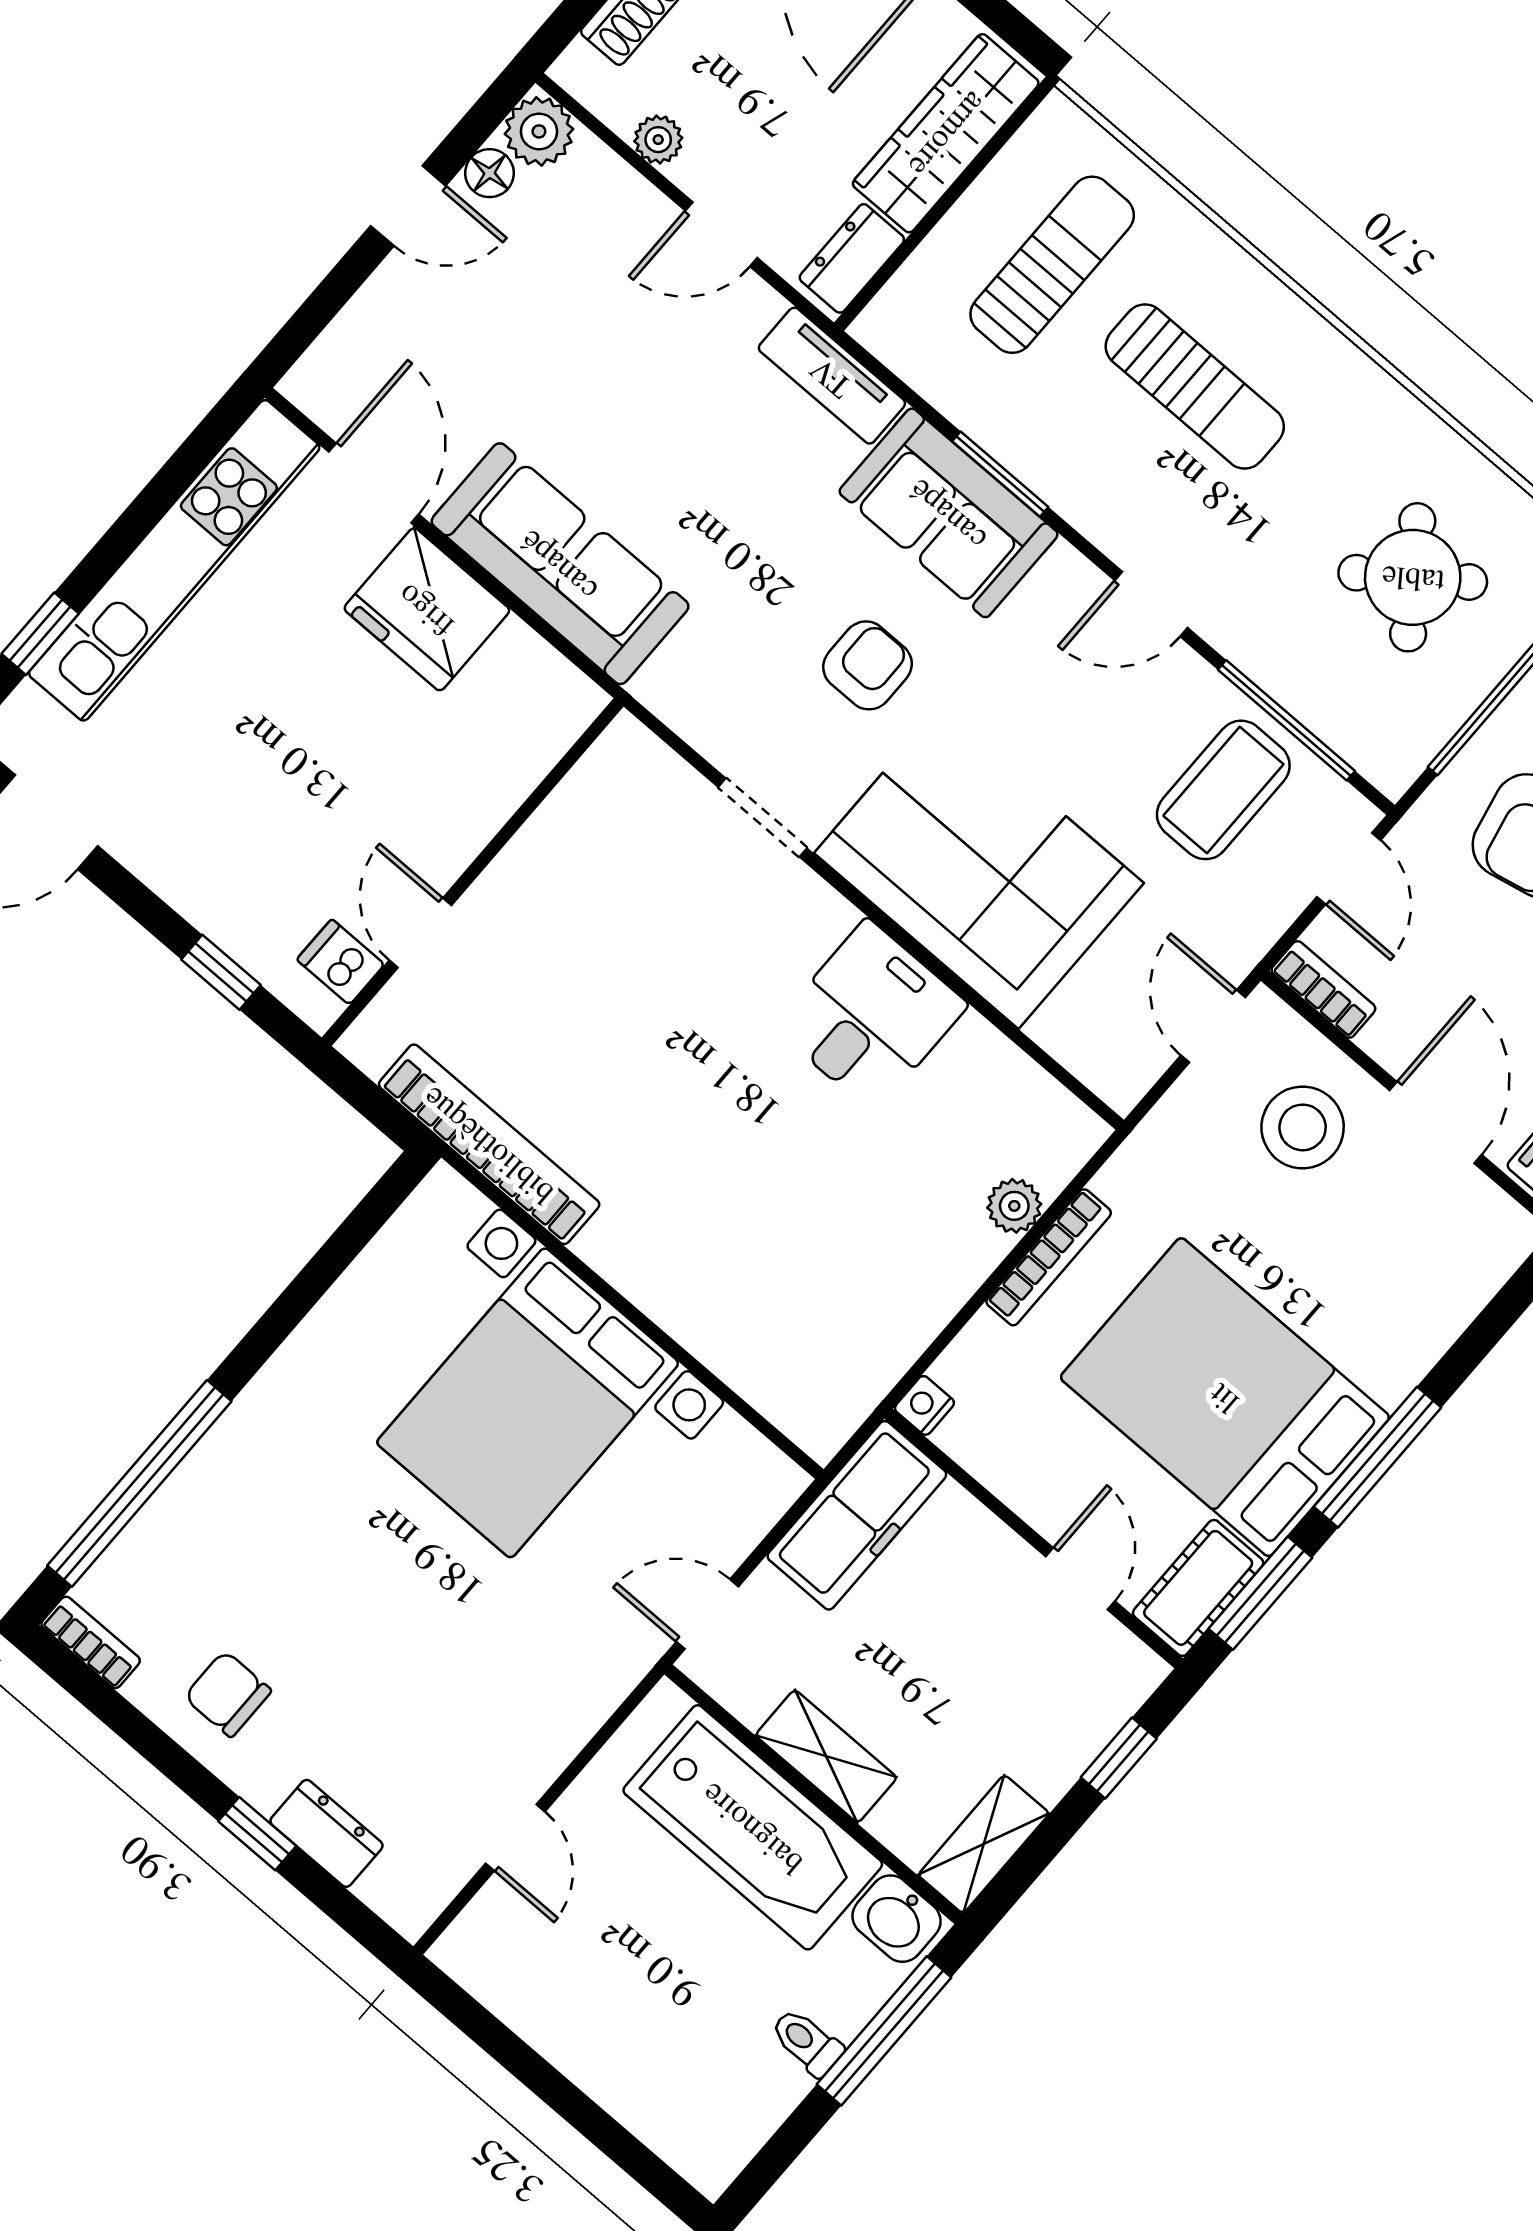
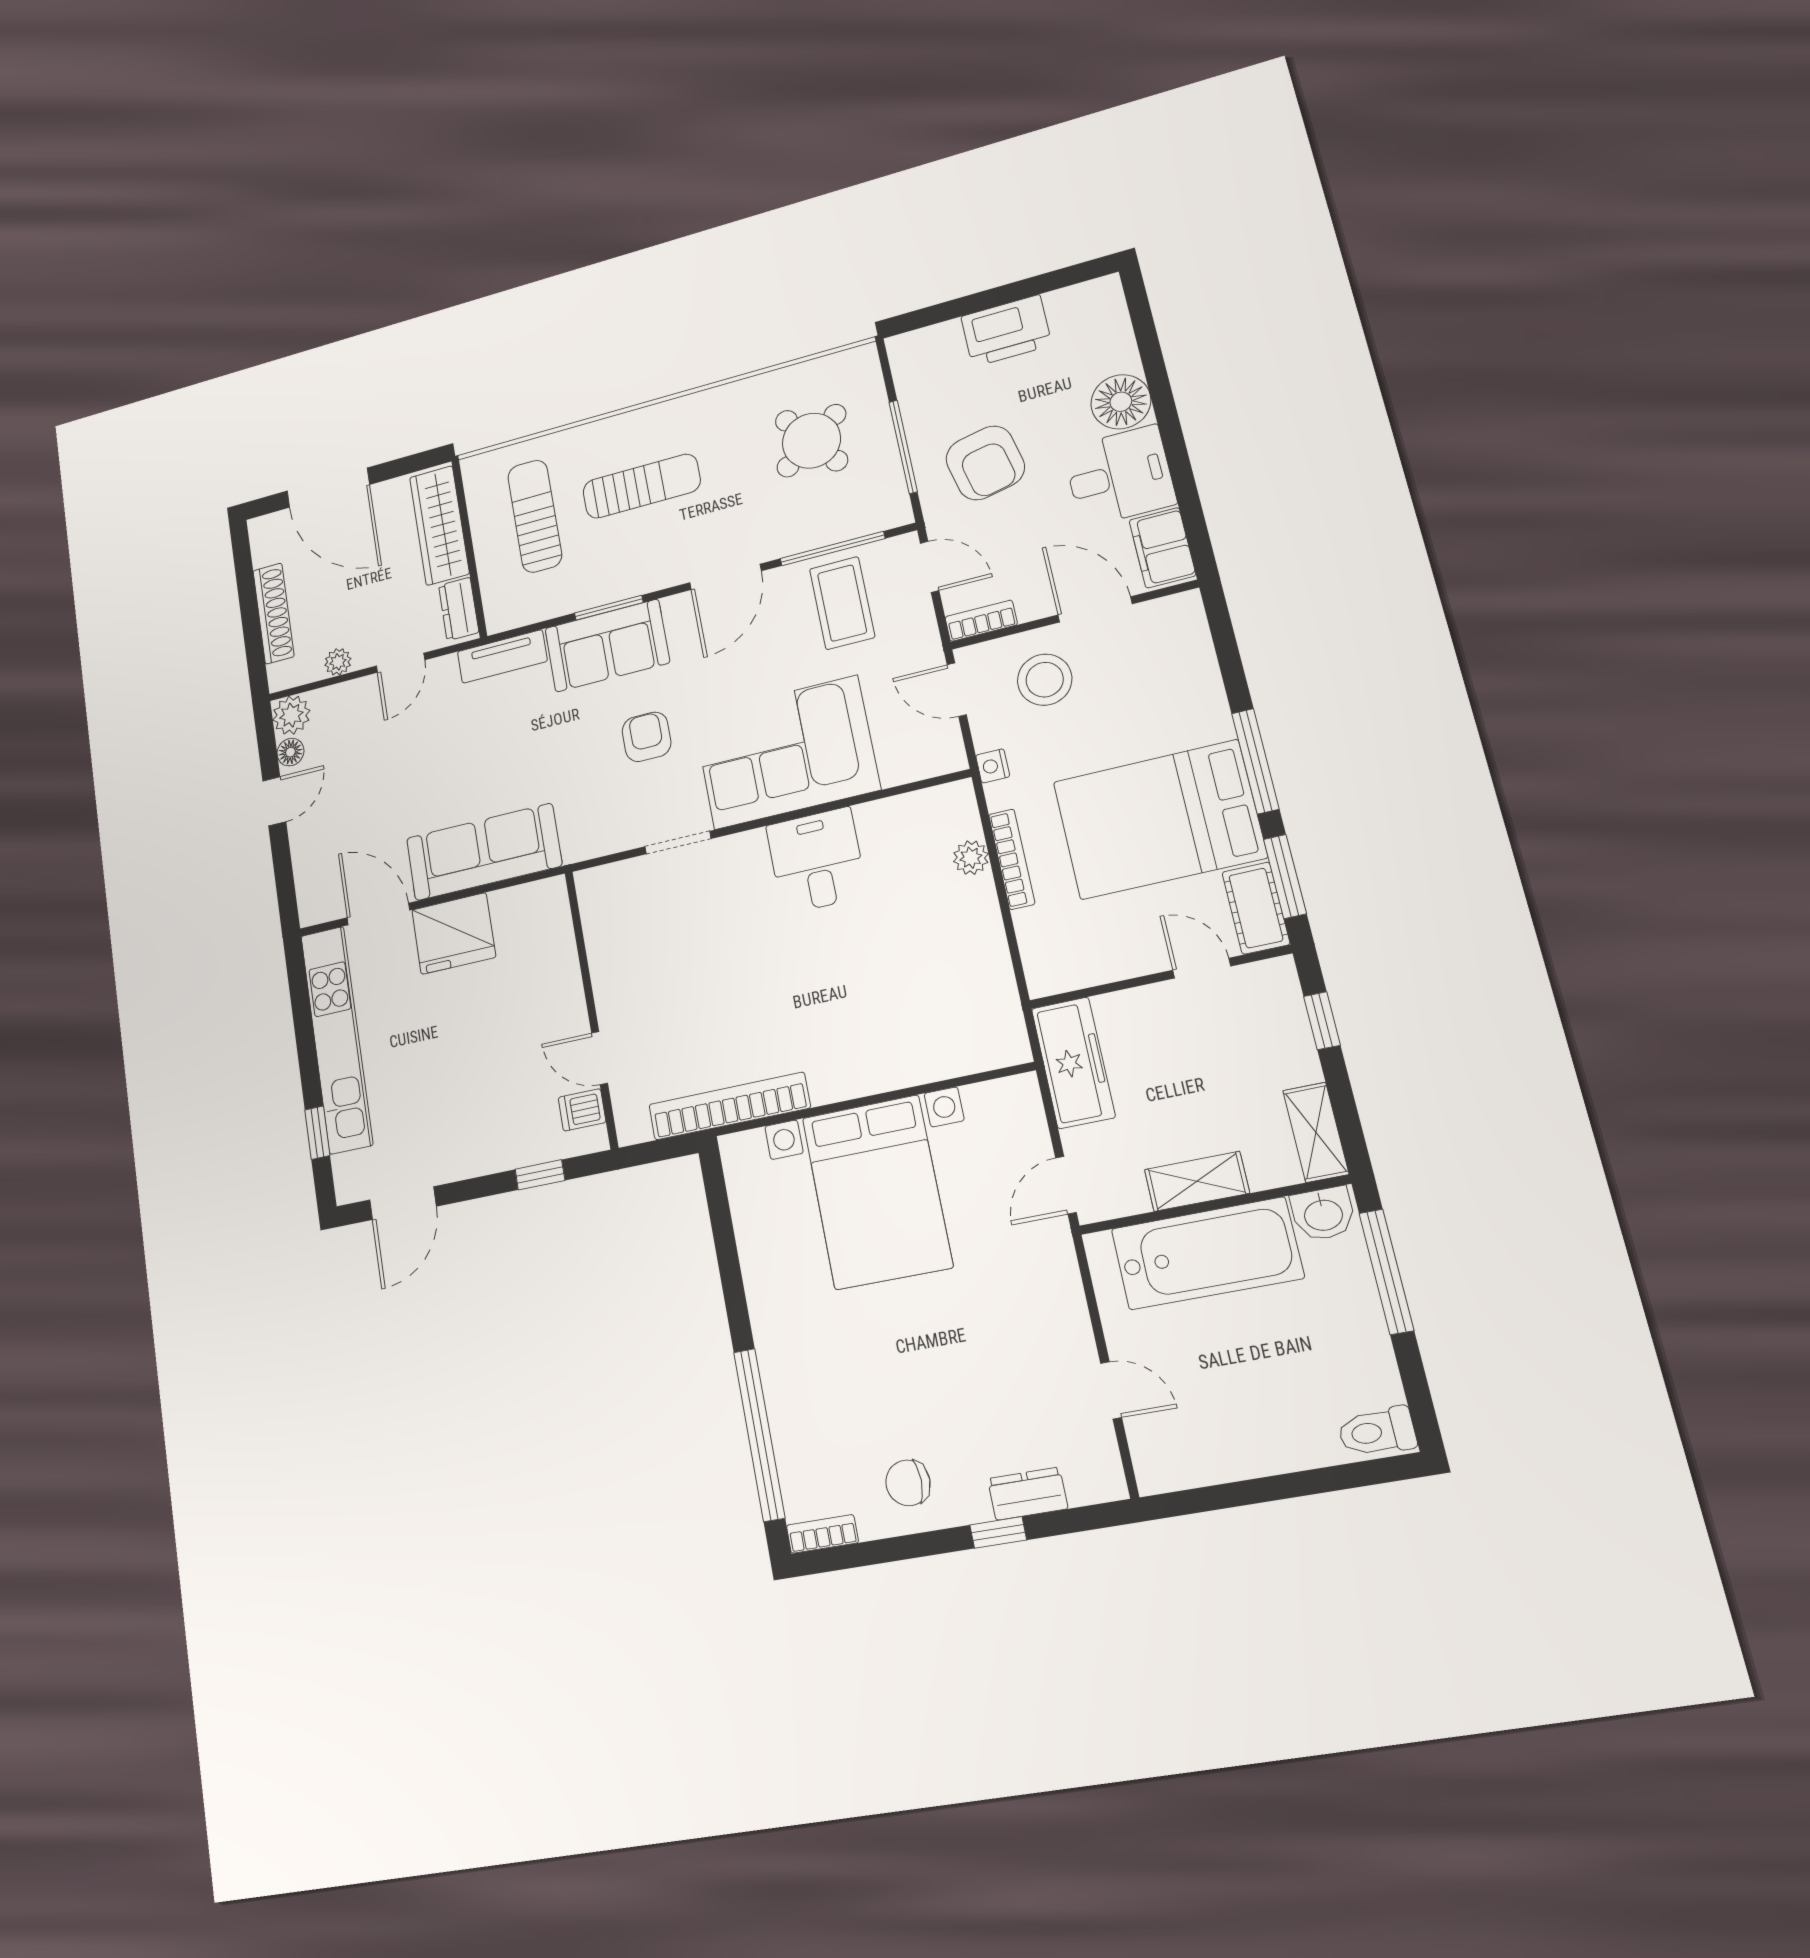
door: (1151, 604) -> (725, 577), width x1.37
nightstand: (924, 1405) -> (993, 766), moved
toilet: (807, 2042) -> (1377, 1432), moved, width x1.37, depth x1.39

